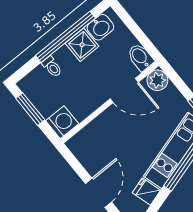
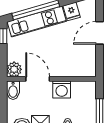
washing machine: (62, 122) -> (62, 90), moved, turned -90

